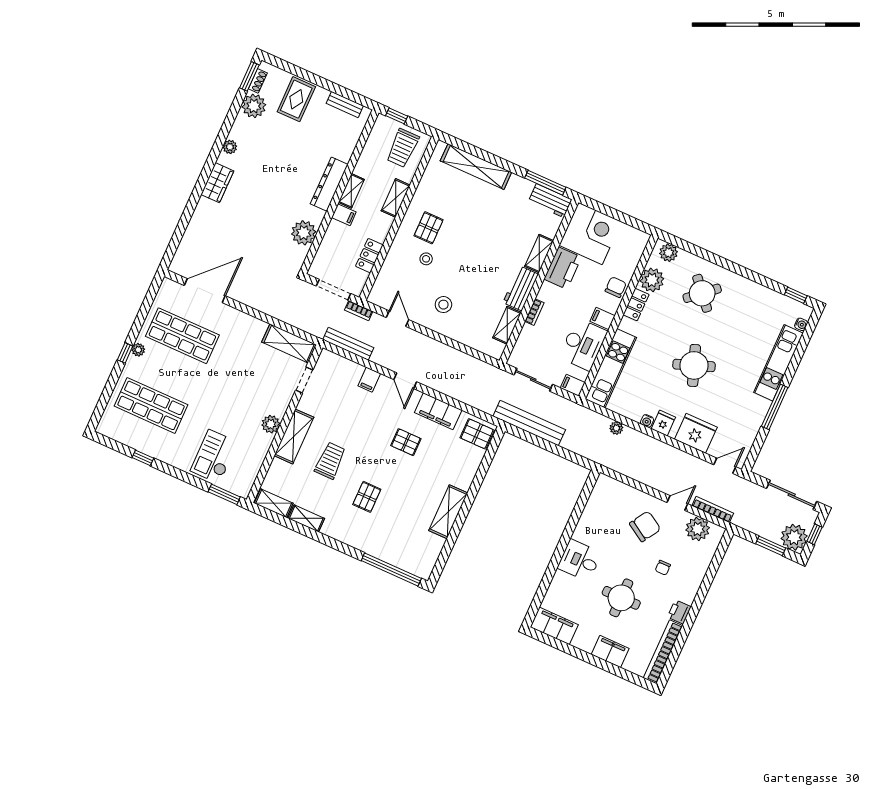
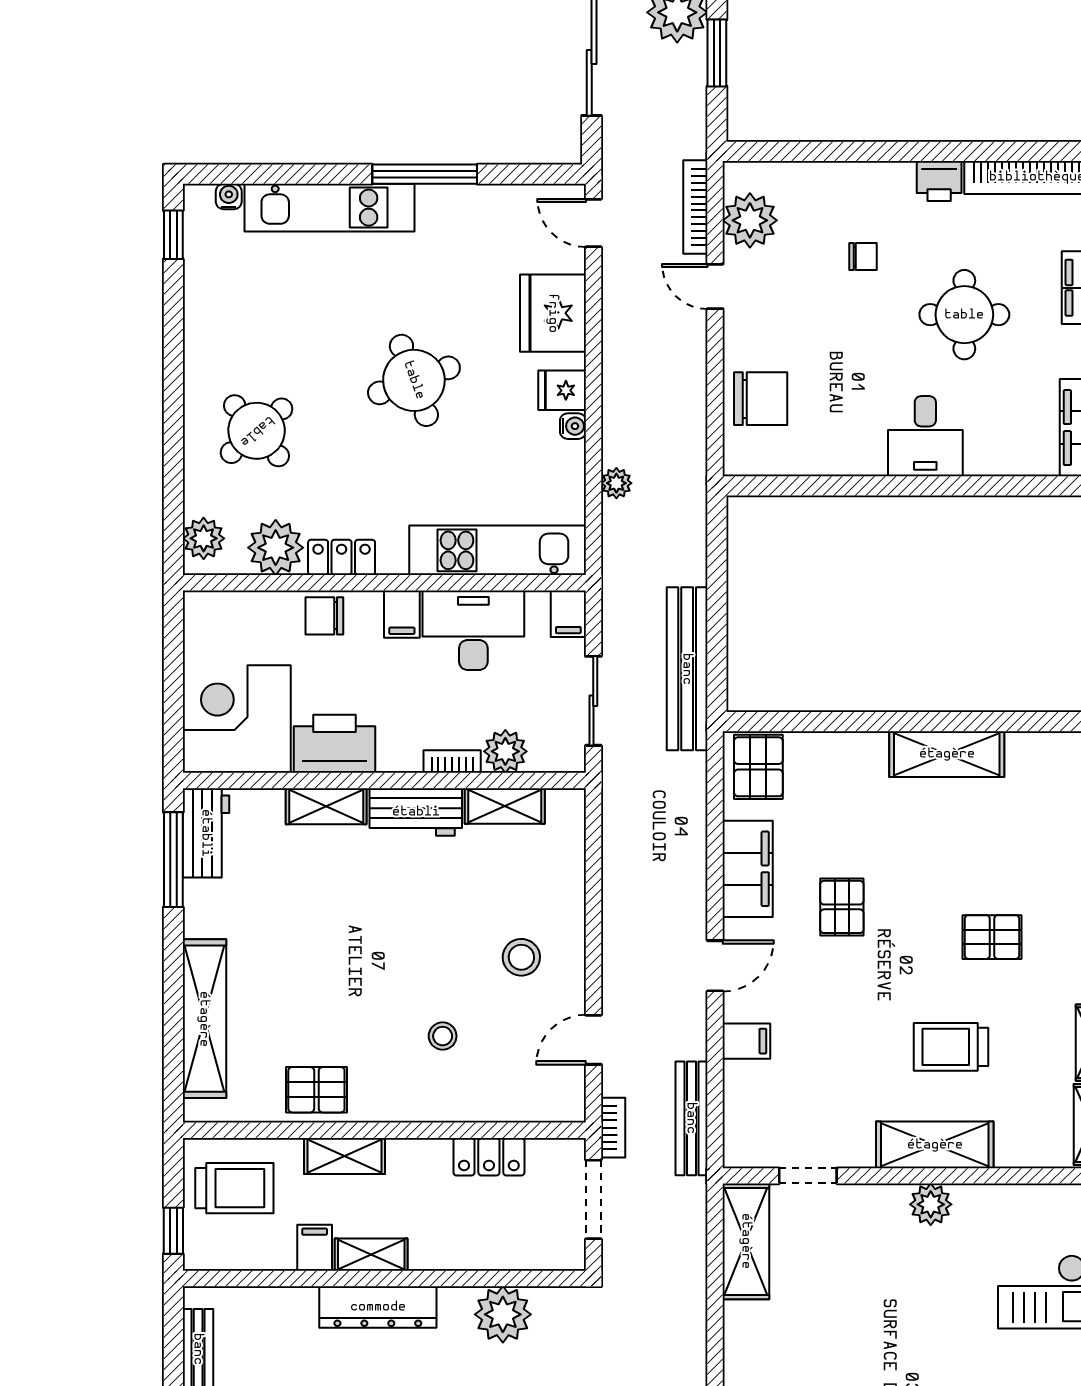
filing cabinet: (344, 215) -> (315, 1248), moved
pallet: (429, 228) -> (316, 1090), moved
plant: (529, 335) -> (505, 751), added
chair: (645, 526) -> (761, 399), moved, turned 148

